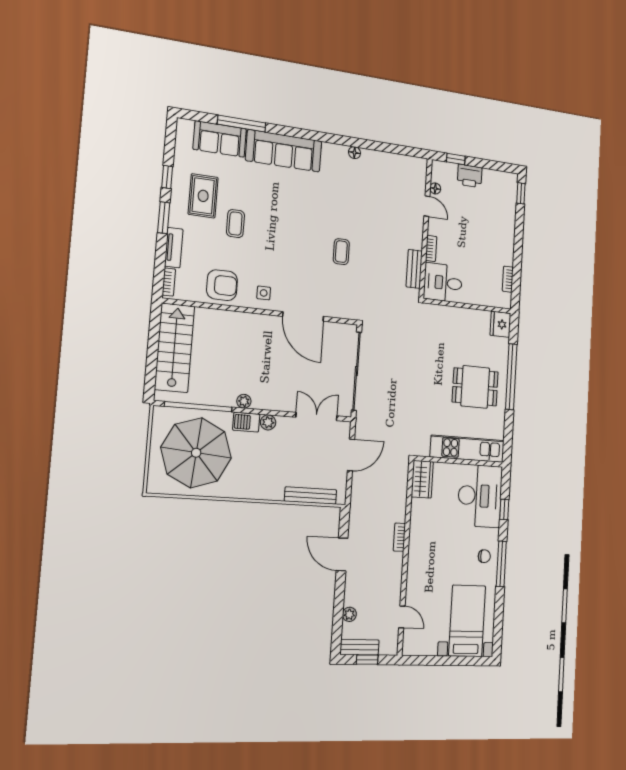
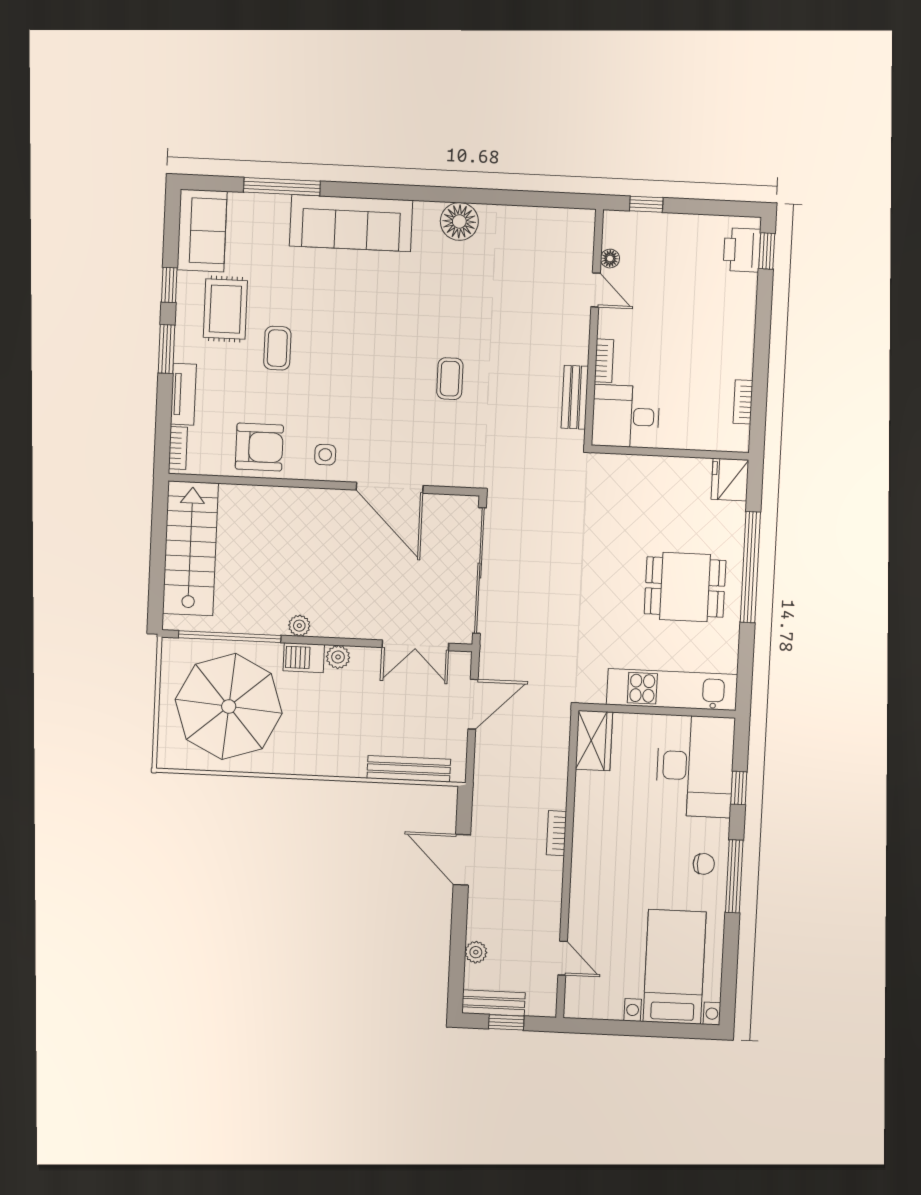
sofa: (220, 139) -> (202, 231), moved, turned -90
floor lamp: (354, 153) -> (459, 221), width x1.89, depth x1.89
printer: (470, 176) -> (742, 250), moved, turned 90
double door: (317, 417) -> (415, 645), swing flipped

